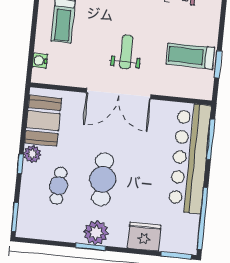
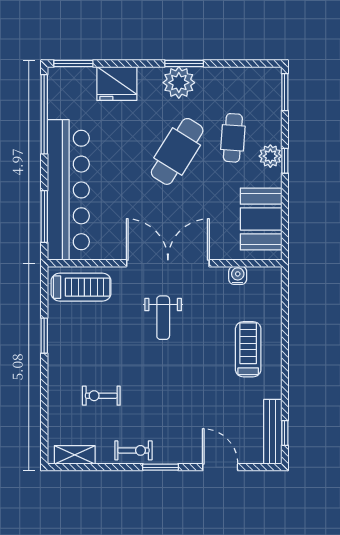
treadmill: (190, 56) -> (81, 287), moved
water cooler: (40, 61) -> (238, 275), moved, turned -90
window: (218, 64) -> (44, 336), moved
plant: (32, 154) -> (270, 156), moved
cafe table: (103, 179) -> (177, 151), turned 32

